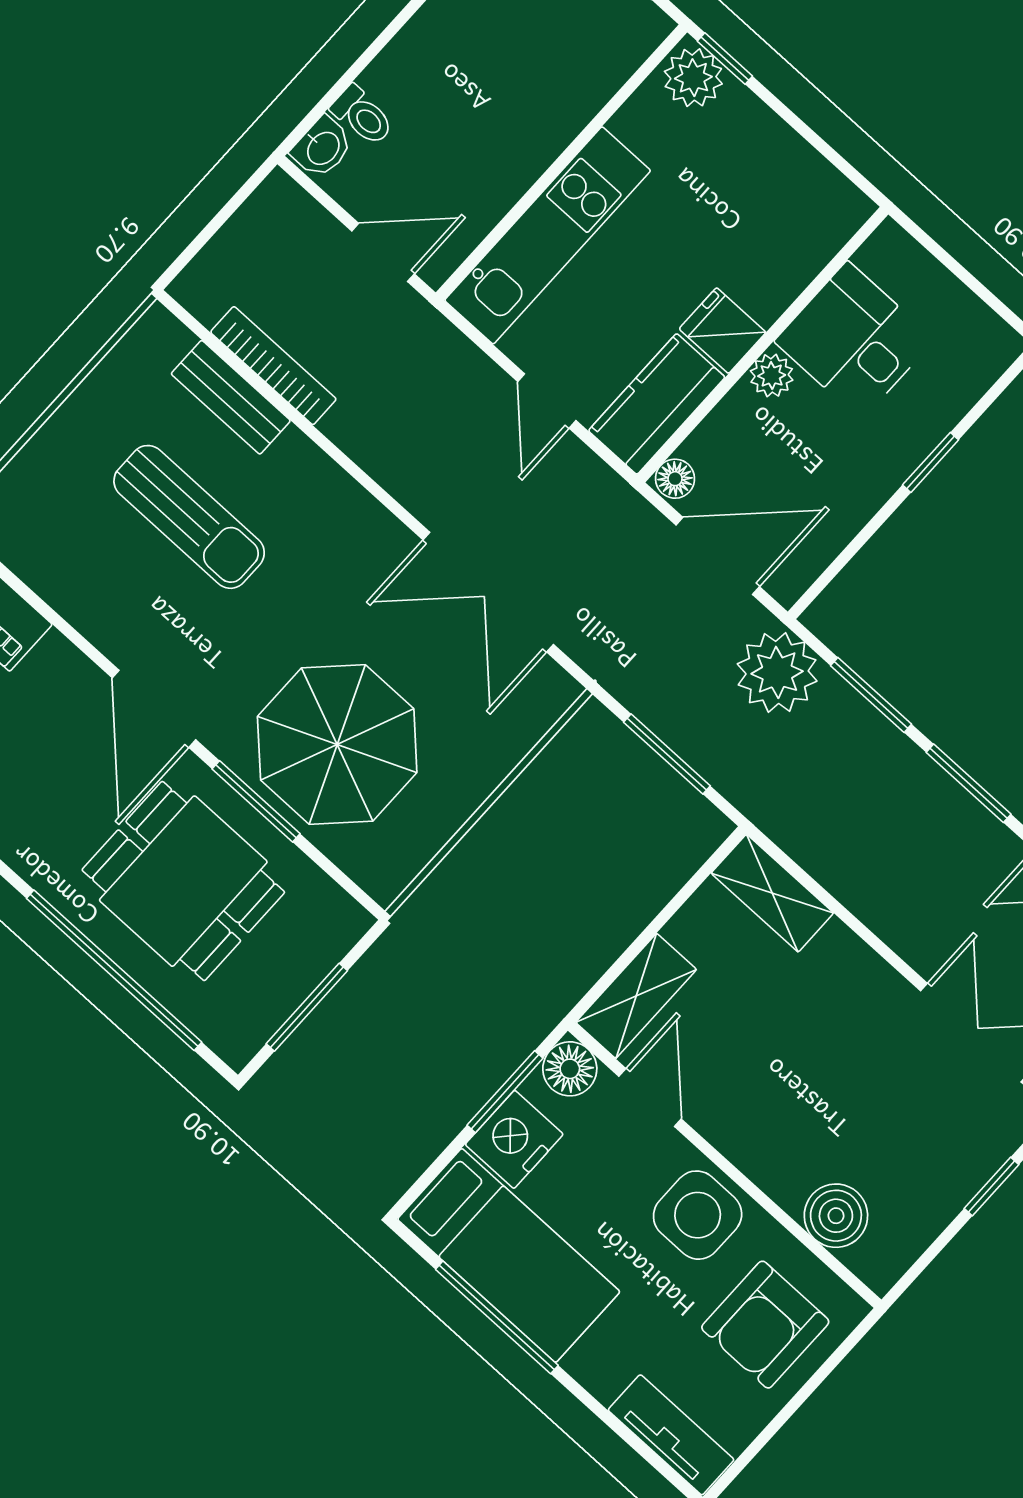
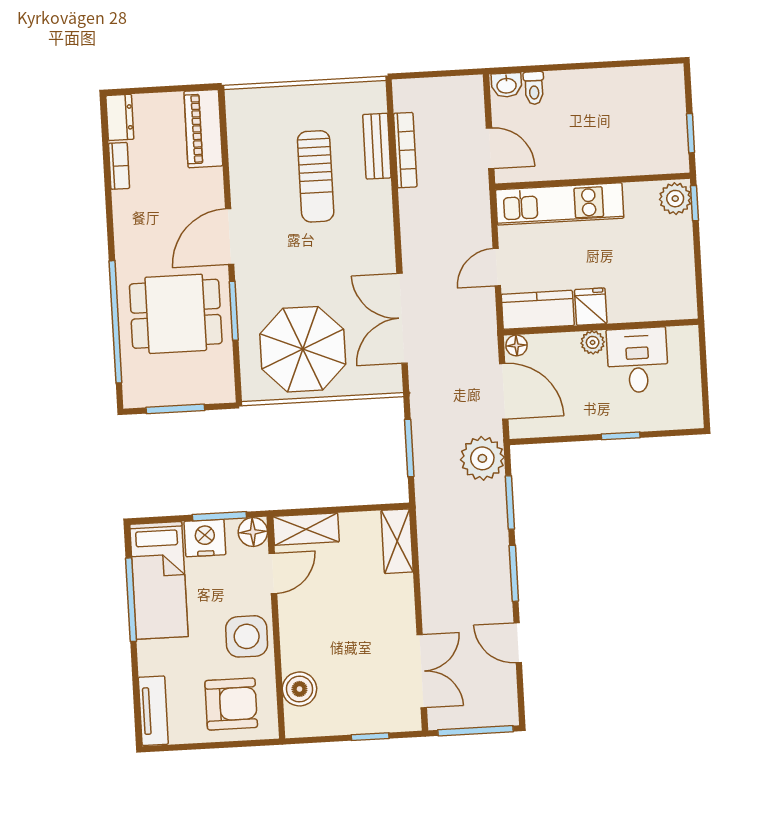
parasol: (337, 744) -> (303, 349), moved
dining table: (183, 881) -> (176, 314), turned 90
armchair: (765, 1325) -> (231, 704), turned 180

